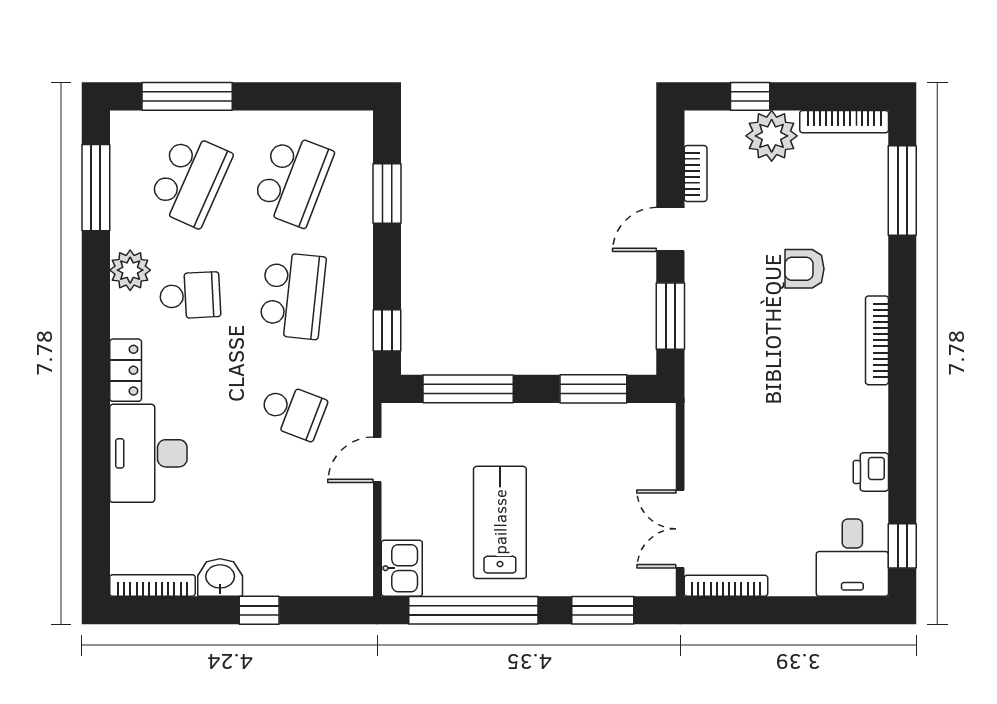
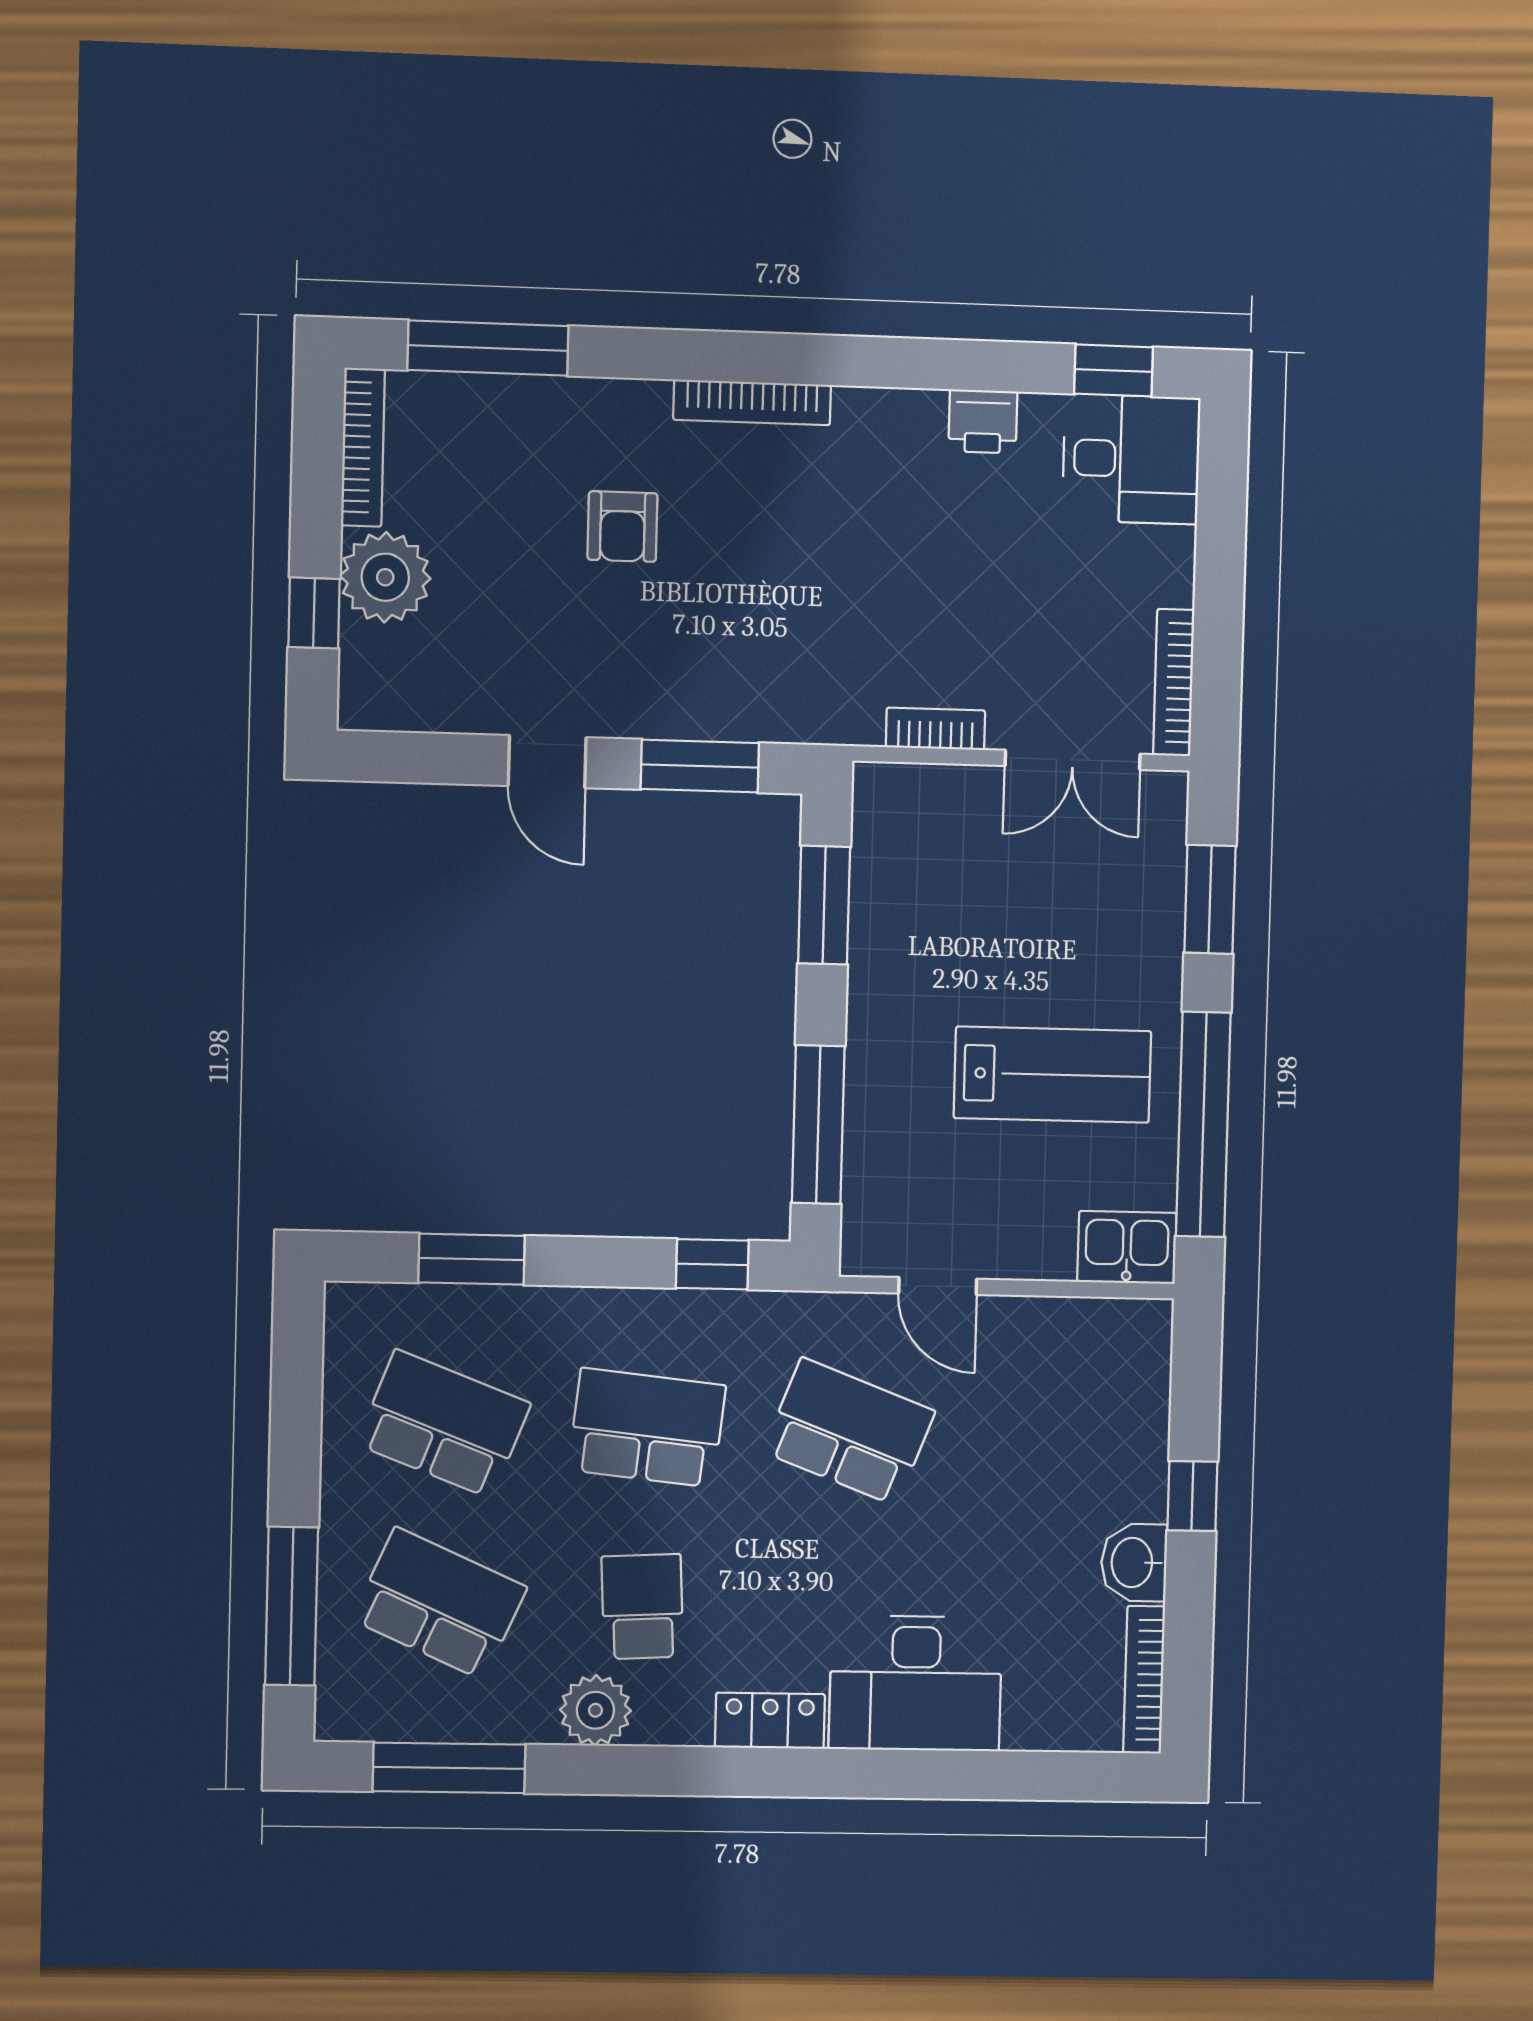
bookcase: (696, 174) -> (935, 729), moved
school desk: (293, 411) -> (849, 1431), width x1.85
lab bench: (500, 522) -> (1053, 1075), turned 180

